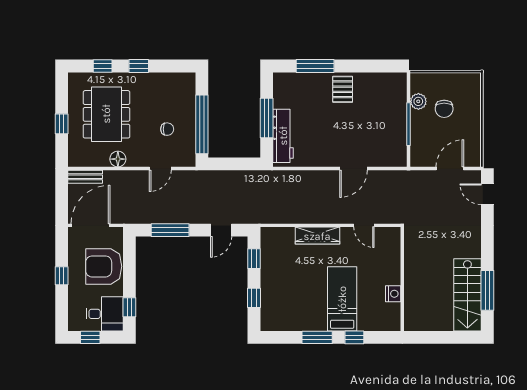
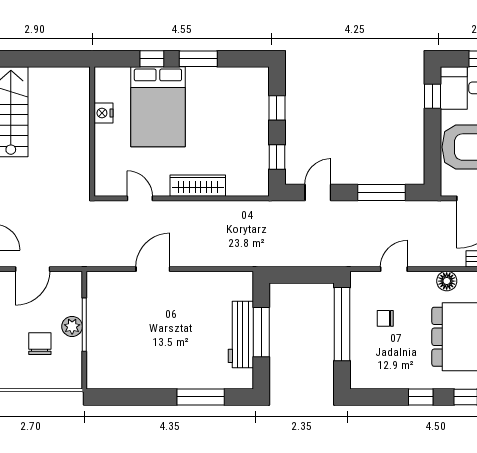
pallet: (343, 89) -> (166, 368), removed
plant: (418, 101) -> (72, 326), moved
workbench: (283, 136) -> (241, 334), moved
bed: (342, 299) -> (158, 107), width x1.50

